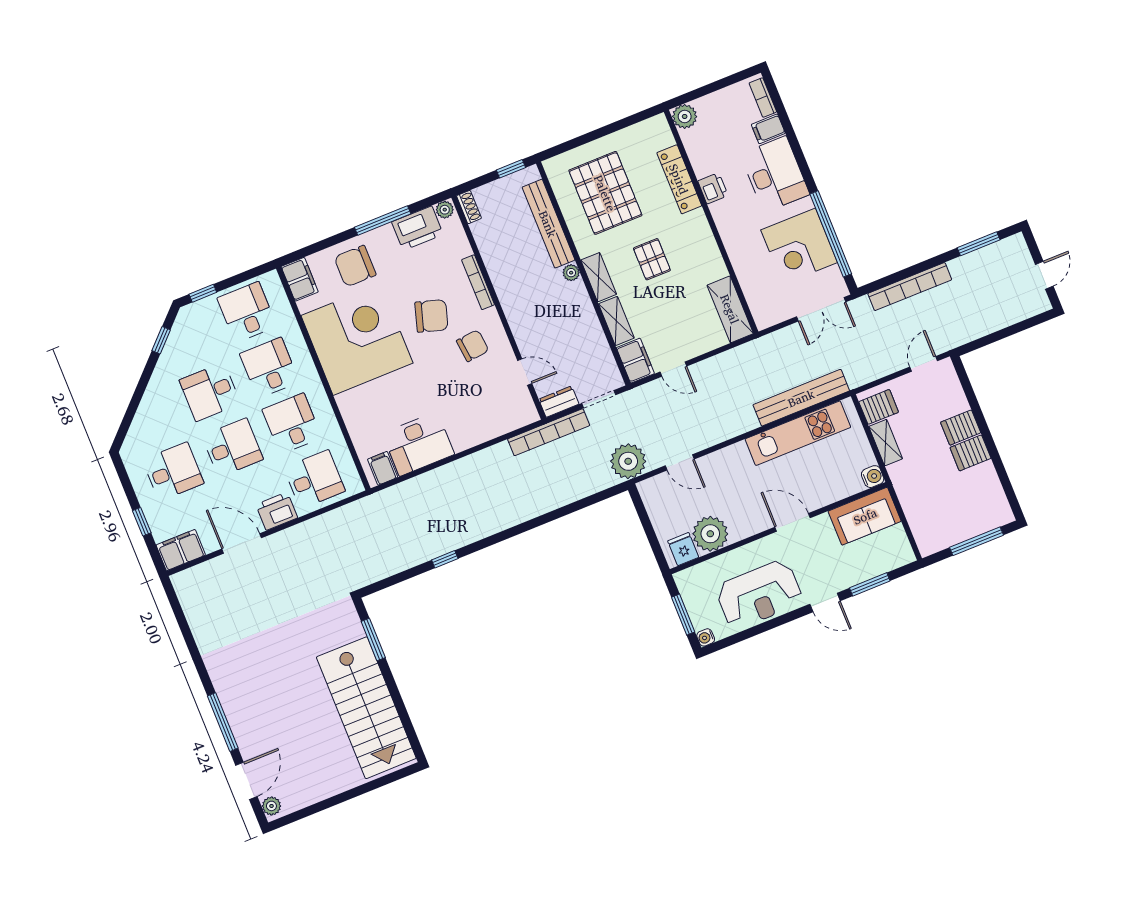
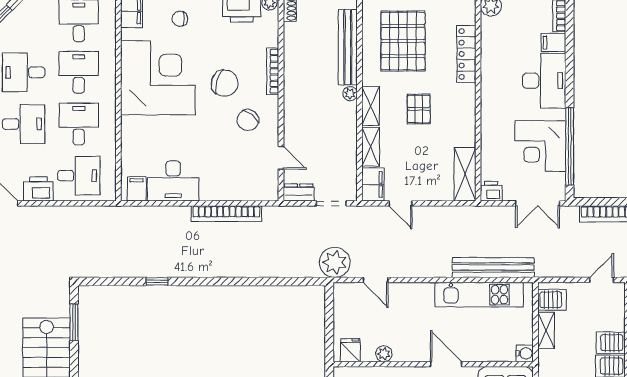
printer: (713, 188) -> (491, 191), moved, turned -90
chair: (355, 266) -> (180, 19), width x0.54, depth x0.54
chair: (473, 346) -> (248, 120), turned 135
bookcase: (549, 432) -> (226, 214), moved
plant: (710, 534) -> (384, 354), width x0.53, depth x0.53

